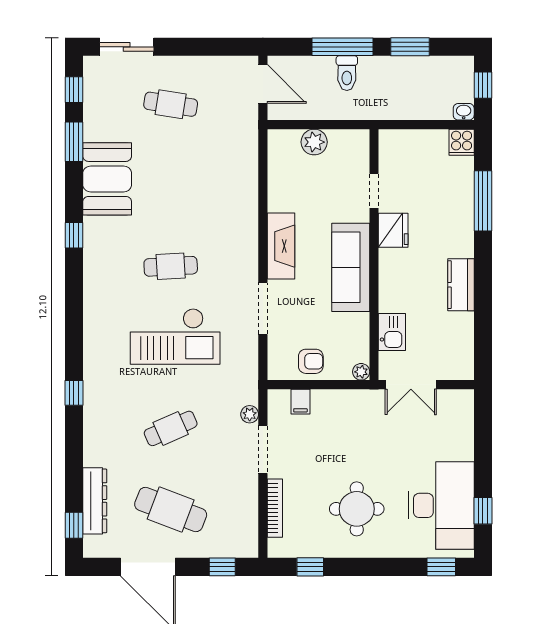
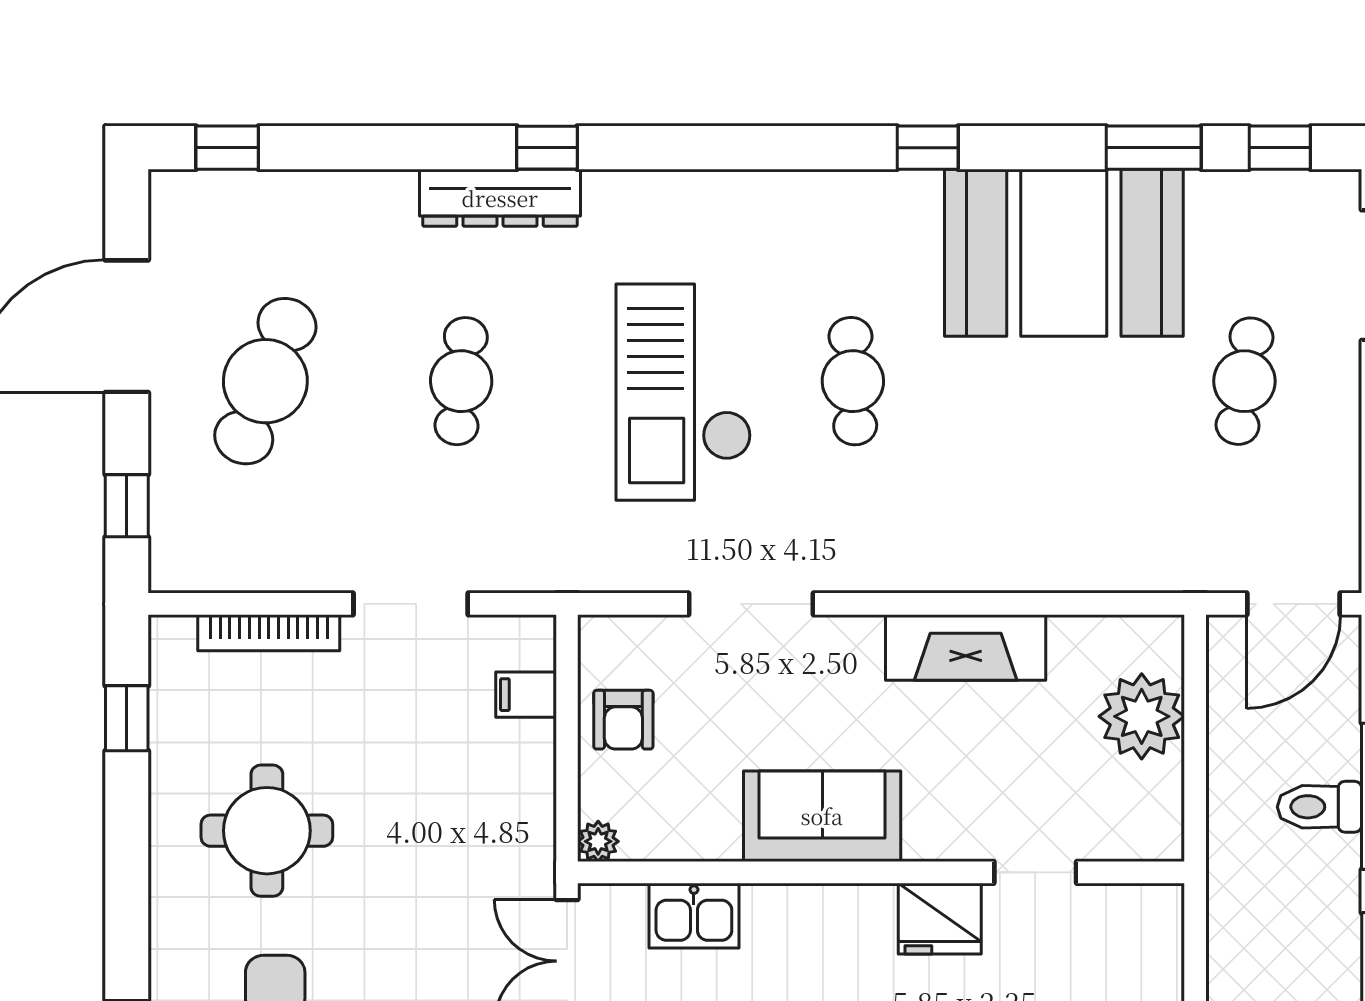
plant: (314, 142) -> (1142, 716), width x1.36, depth x1.36
booth: (107, 179) -> (1064, 253), width x1.36, depth x1.42
fireplace: (281, 246) -> (966, 648), moved
sofa: (351, 267) -> (822, 816), width x0.73
plant: (250, 414) -> (495, 572), removed
cafe table: (171, 428) -> (461, 381), turned 30
dresser: (95, 501) -> (500, 198), moved

